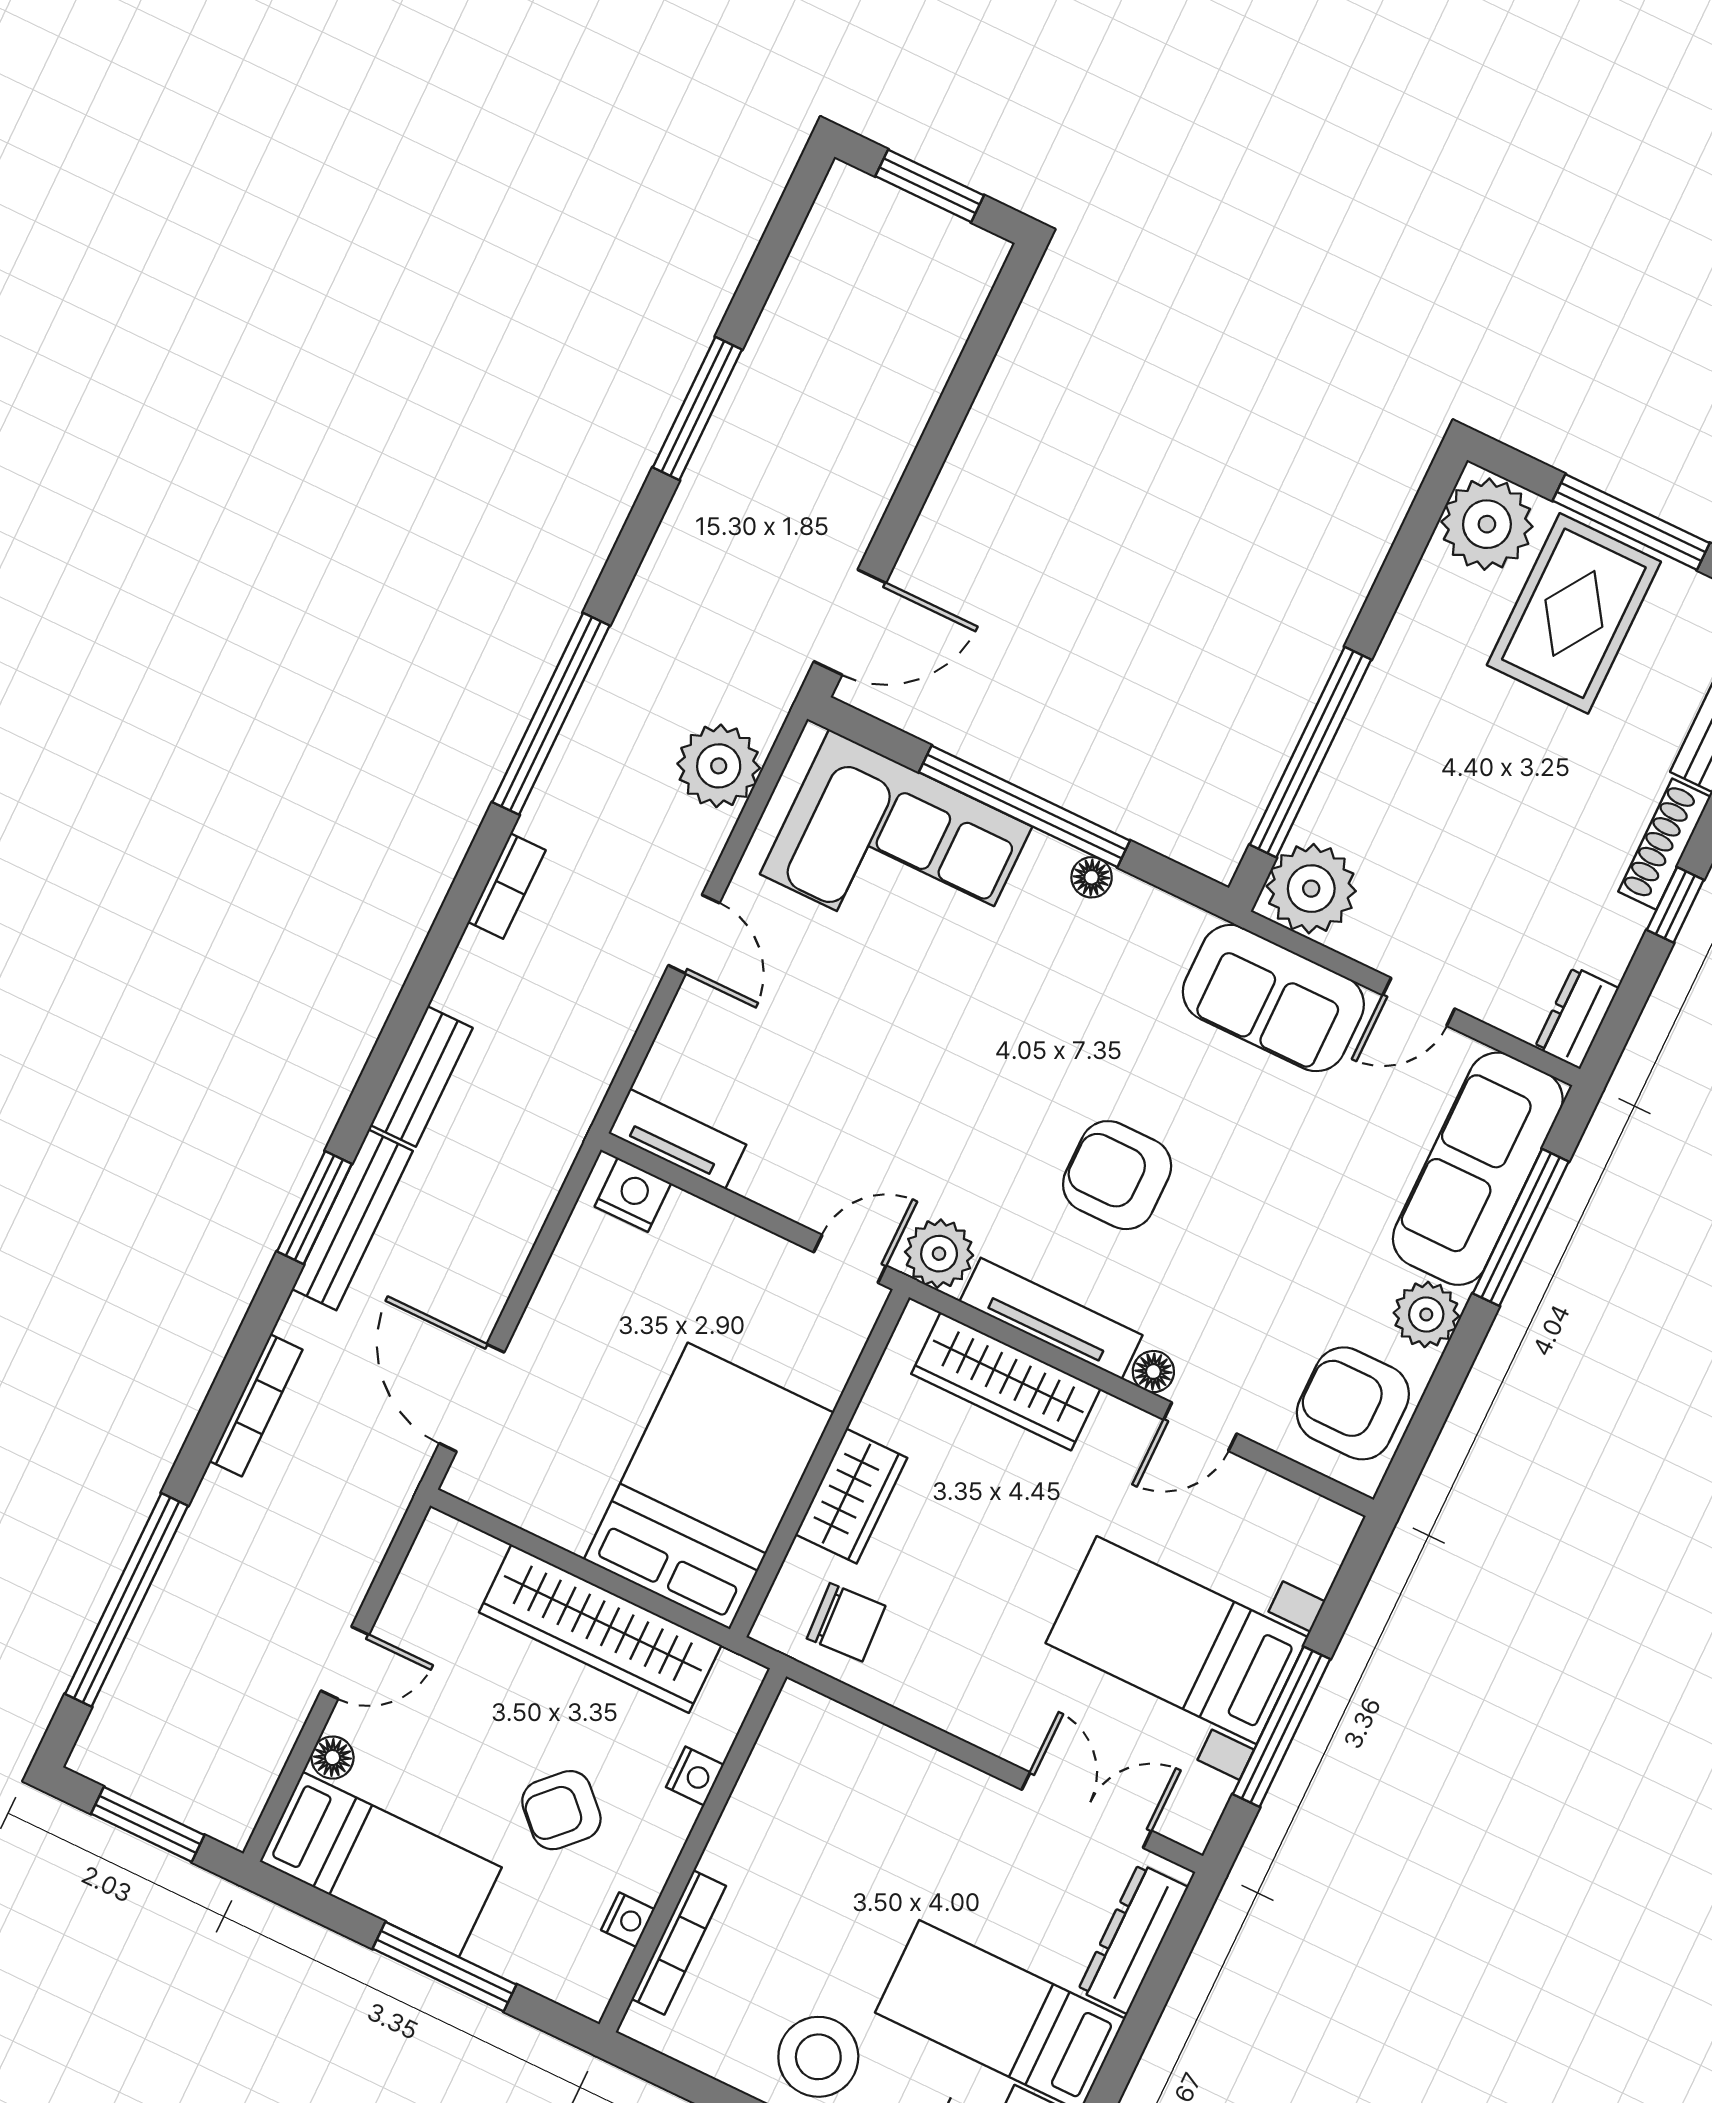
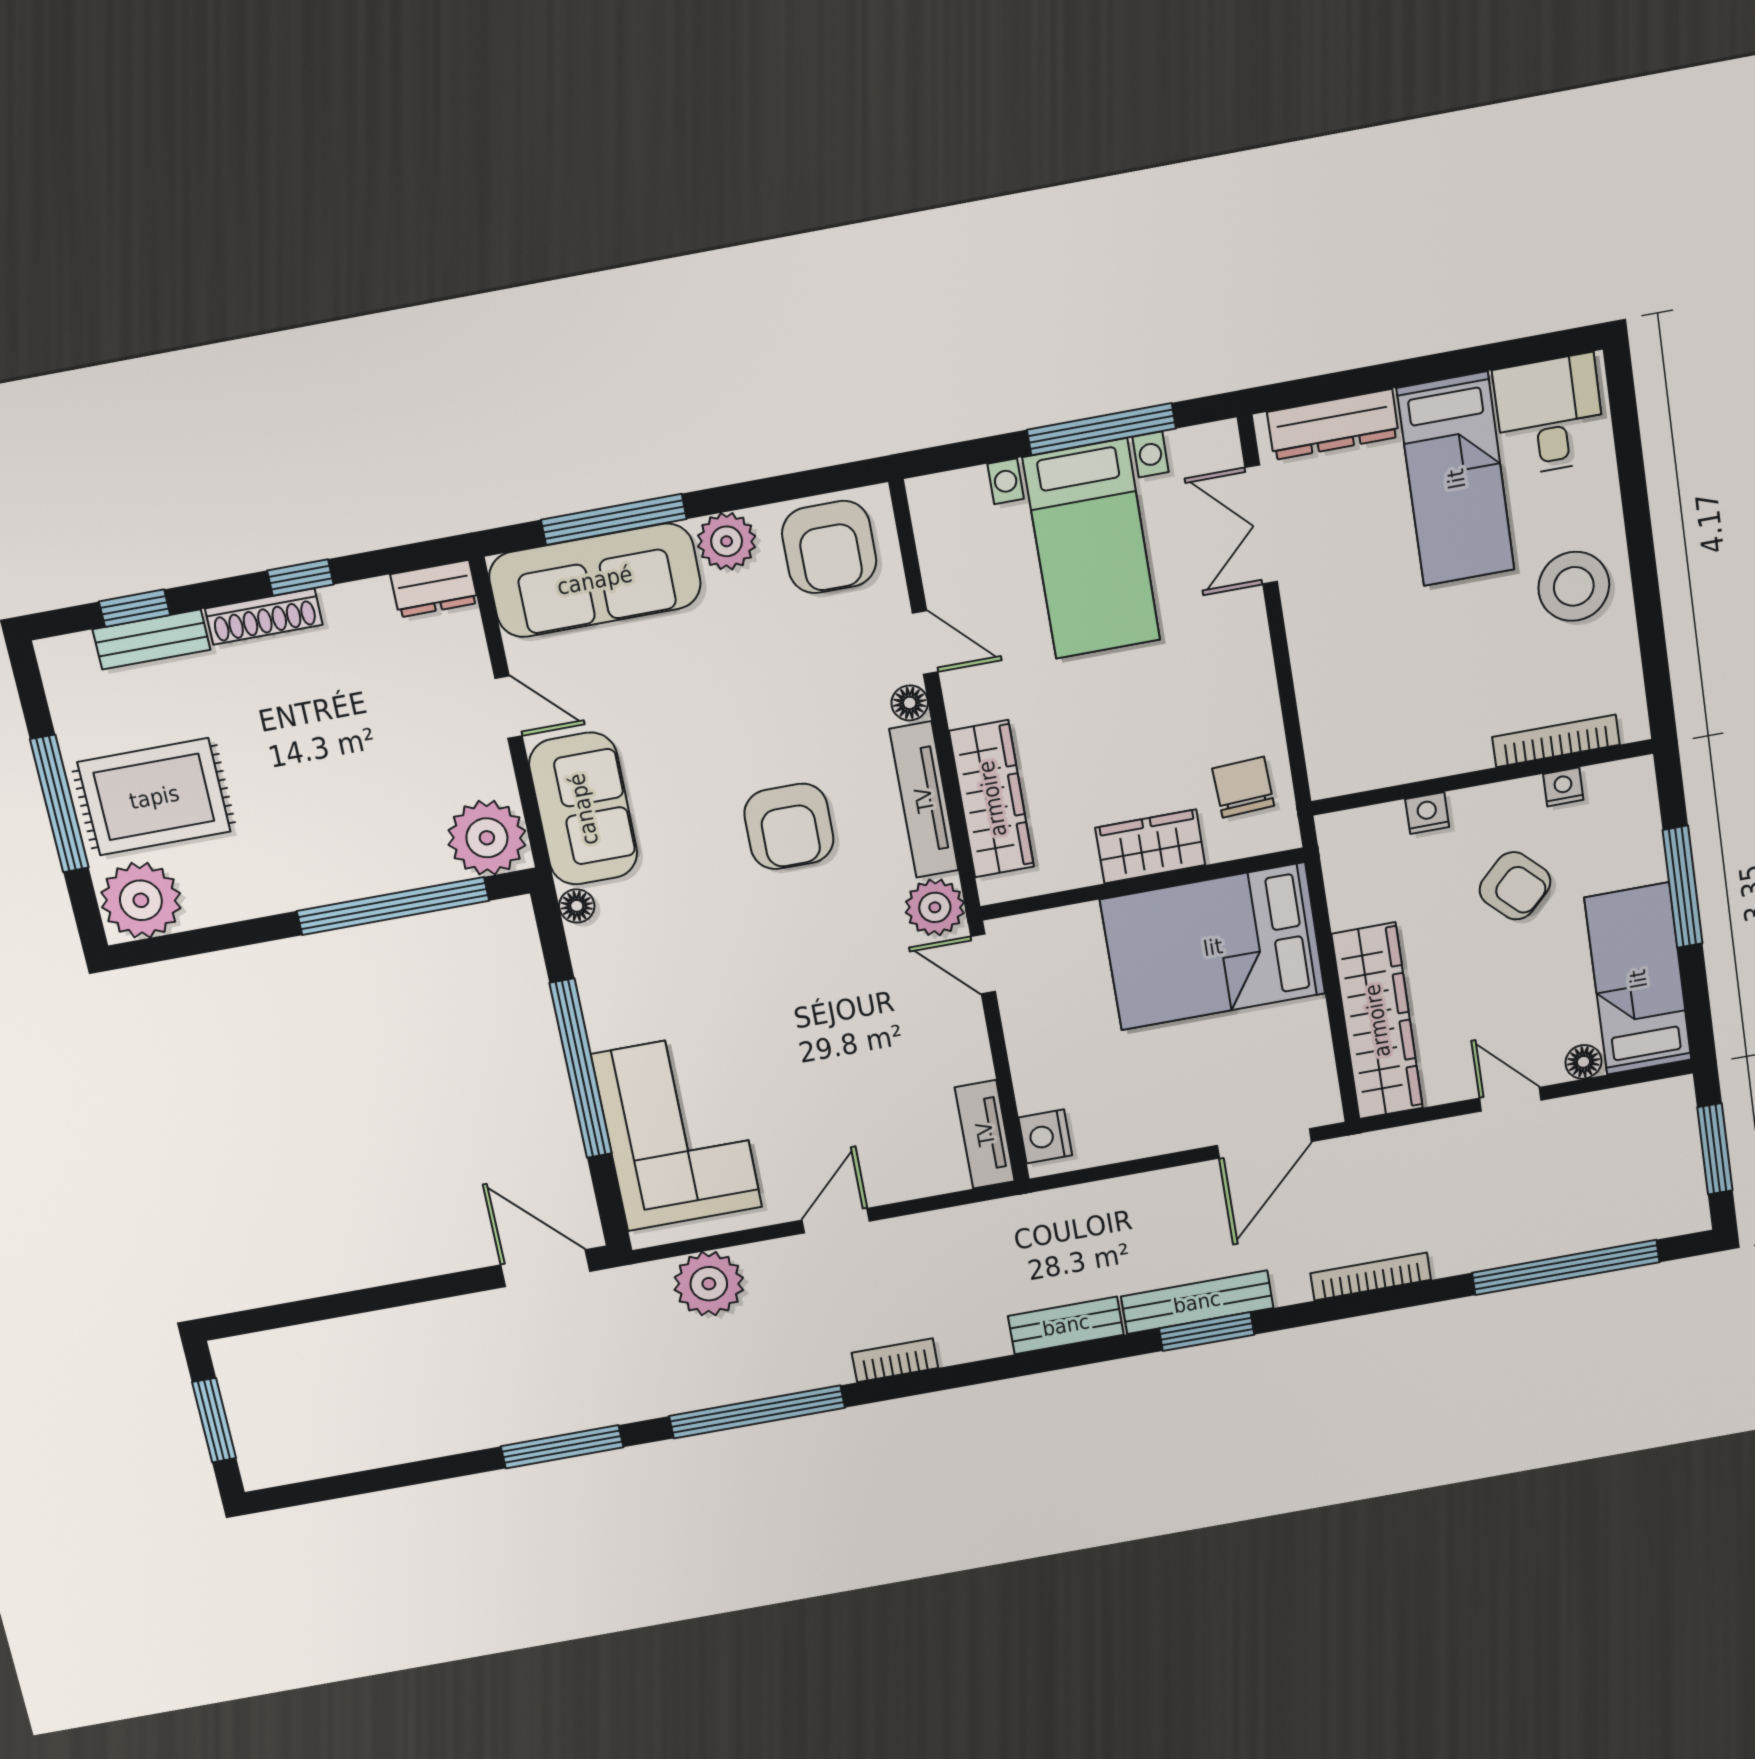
window: (697, 409) -> (562, 1447), moved
floor lamp: (1092, 877) -> (577, 906), moved
wardrobe: (600, 1629) -> (1377, 1021), moved

